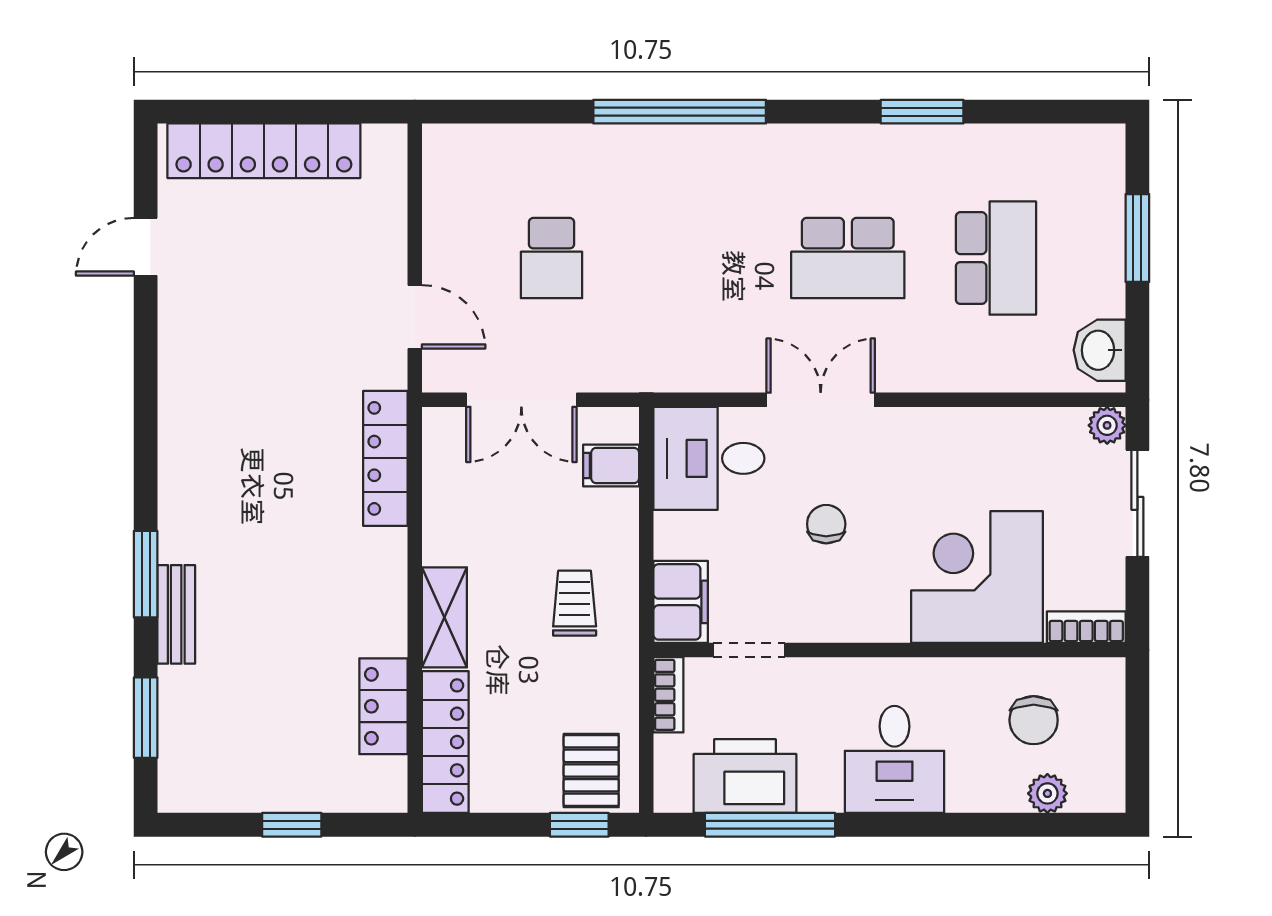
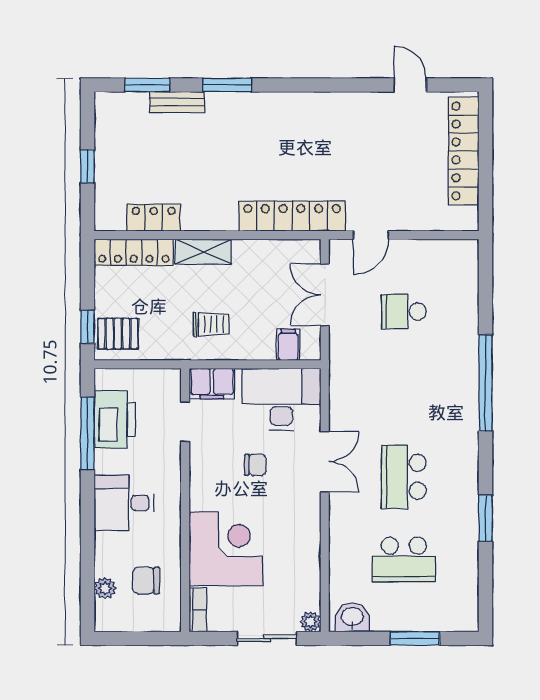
locker: (385, 458) -> (292, 216), width x1.41, depth x1.21
desk: (709, 458) -> (281, 399), width x1.37
bench: (176, 614) -> (177, 102), moved
bookcase: (668, 695) -> (160, 377), removed

